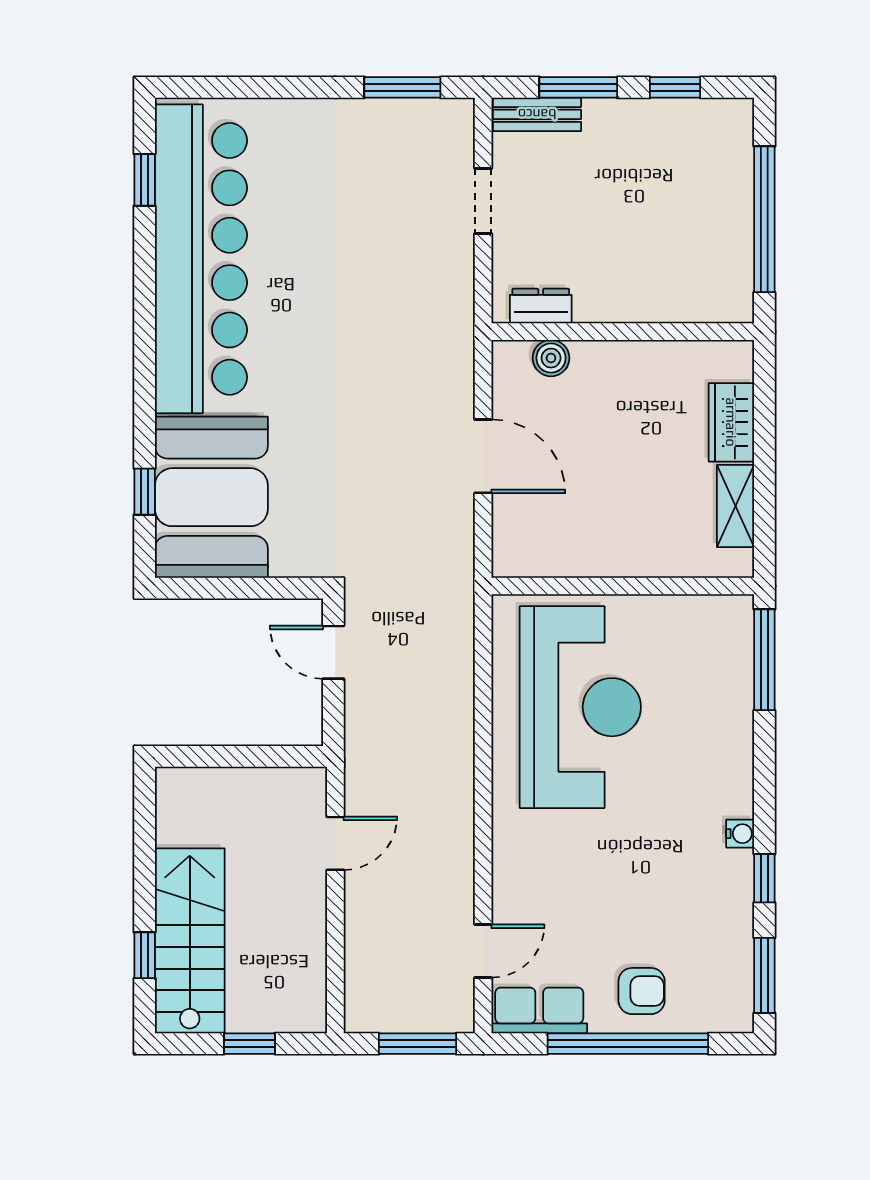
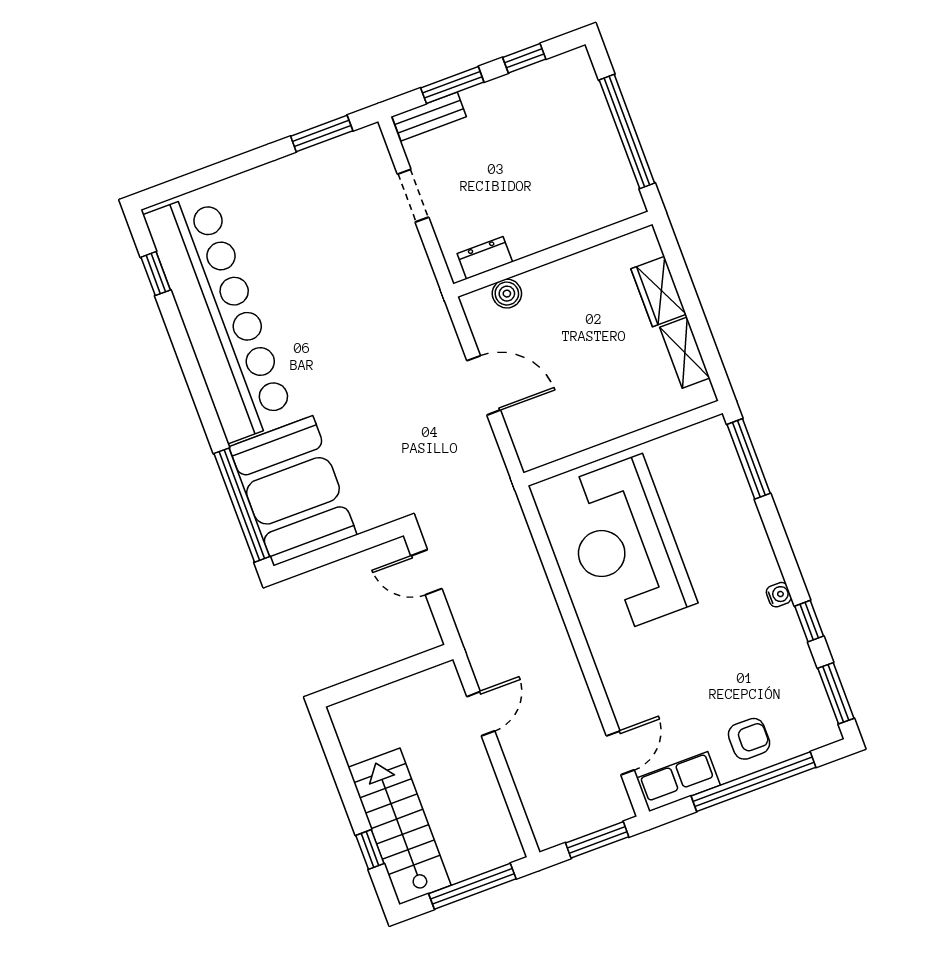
window: (145, 492) -> (242, 505), width x3.17
reception desk: (580, 707) -> (625, 545), turned 180
window: (250, 1044) -> (472, 886), width x2.17

